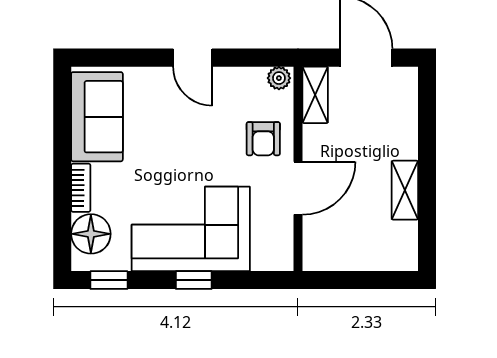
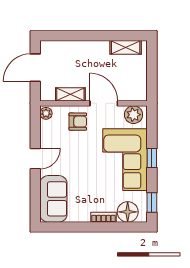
shelving: (315, 95) -> (70, 94), moved
sofa: (97, 117) -> (53, 199), moved, turned 90
shelving: (405, 190) -> (126, 47), moved
plant: (276, 245) -> (134, 115), added

